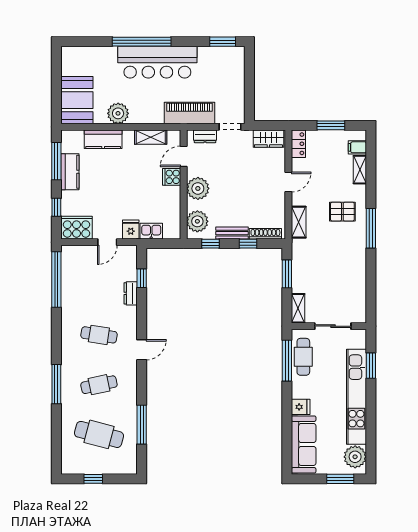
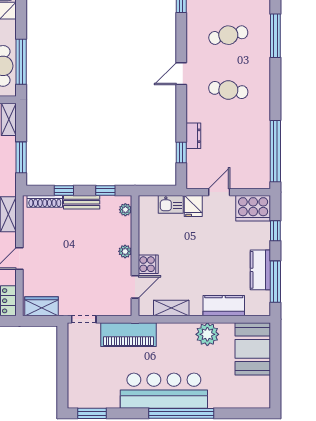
dresser: (205, 136) -> (111, 309), removed
plant: (198, 188) -> (125, 251), width x0.53, depth x0.53
plant: (197, 221) -> (125, 210), width x0.53, depth x0.53

